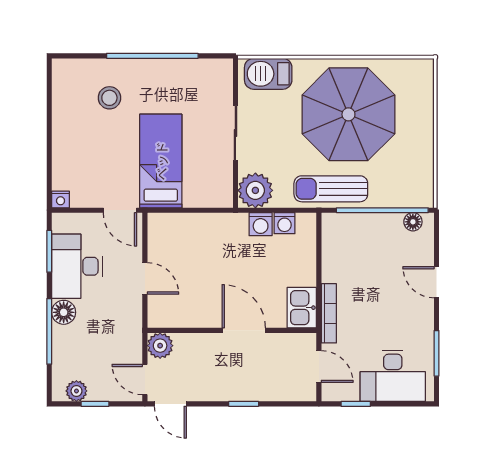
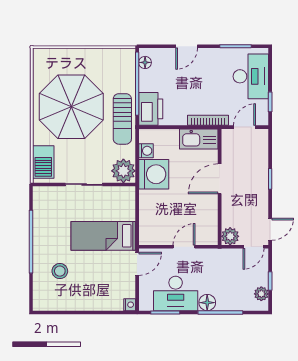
washing machine: (261, 224) -> (154, 174), width x1.89, depth x1.89
printer: (345, 230) -> (151, 109), added
kitchen sink: (302, 308) -> (199, 139), width x1.38

